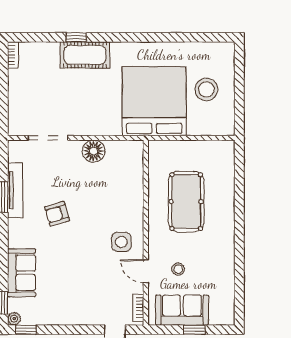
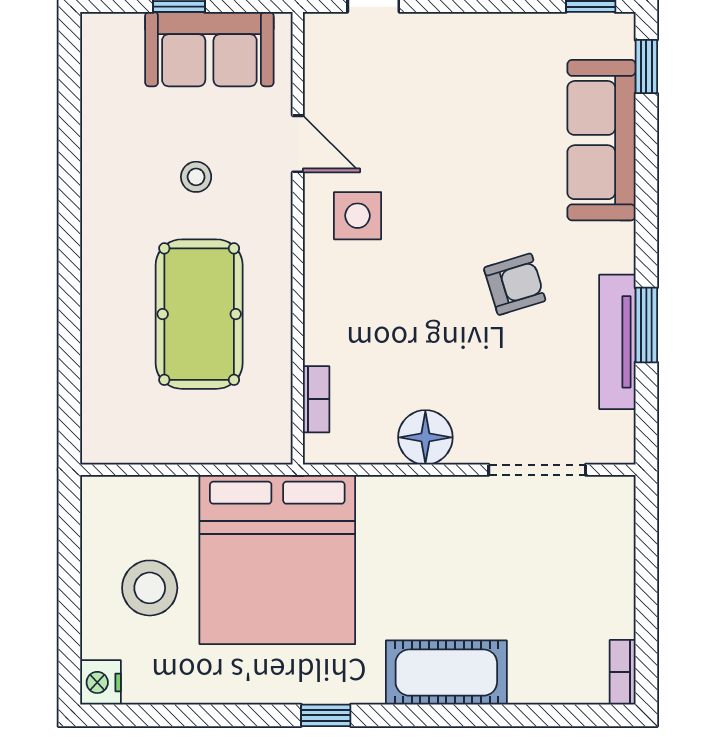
window: (76, 37) -> (326, 715), moved
nightstand: (227, 51) -> (101, 682), added
stool: (178, 269) -> (196, 177), moved
sofa: (22, 273) -> (601, 140), width x1.36
bookcase: (138, 308) -> (316, 399), moved
plant: (14, 319) -> (619, 28), removed

